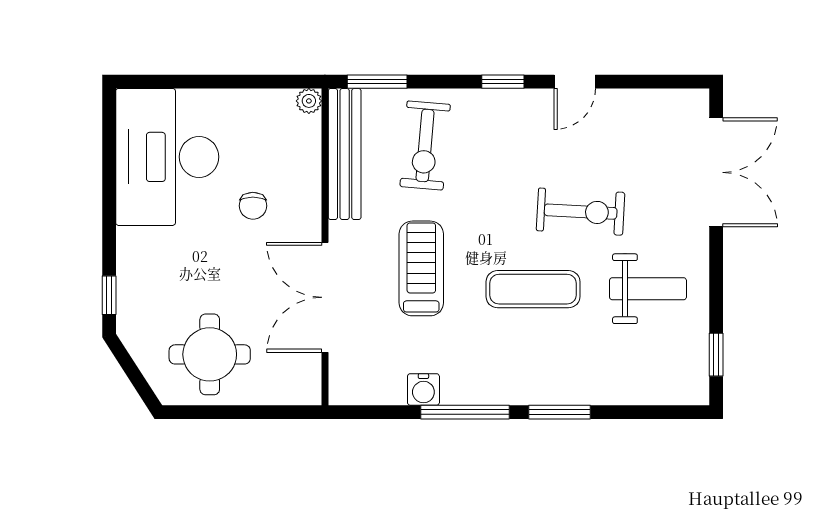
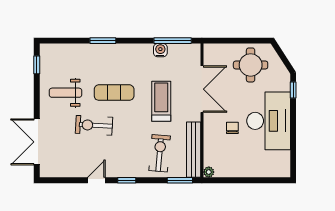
desk: (167, 157) -> (269, 121), moved
treadmill: (421, 268) -> (161, 101), turned 180
window: (465, 412) -> (173, 41), moved

